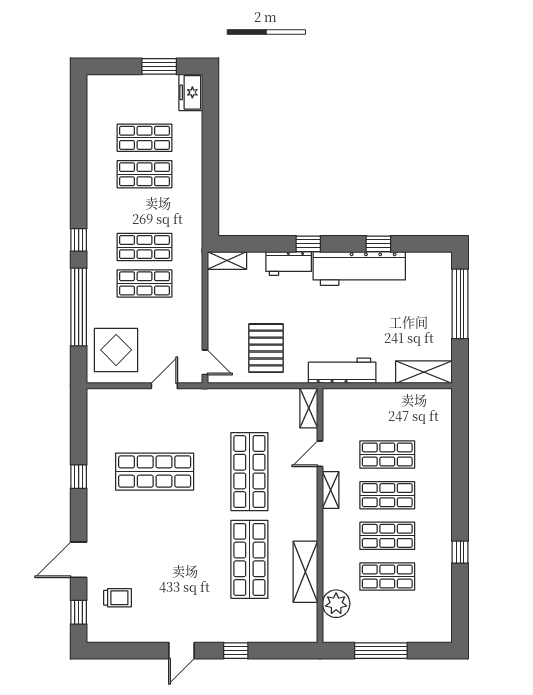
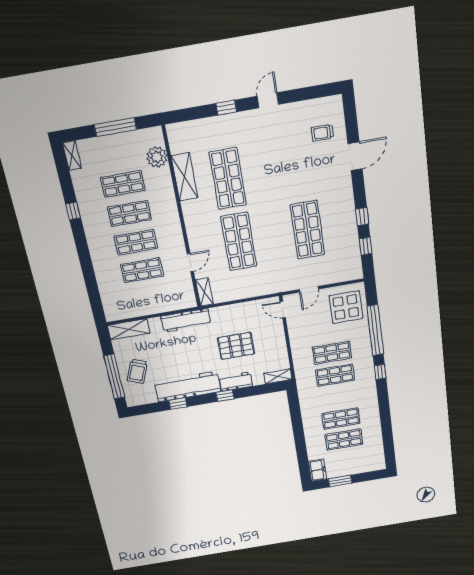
trolley: (426, 306) -> (137, 371), added
pallet: (266, 348) -> (236, 346), moved, turned 90
shop shelf: (155, 472) -> (307, 230), turned 90
shelving: (331, 490) -> (72, 155), moved
window: (79, 612) -> (366, 246), moved

